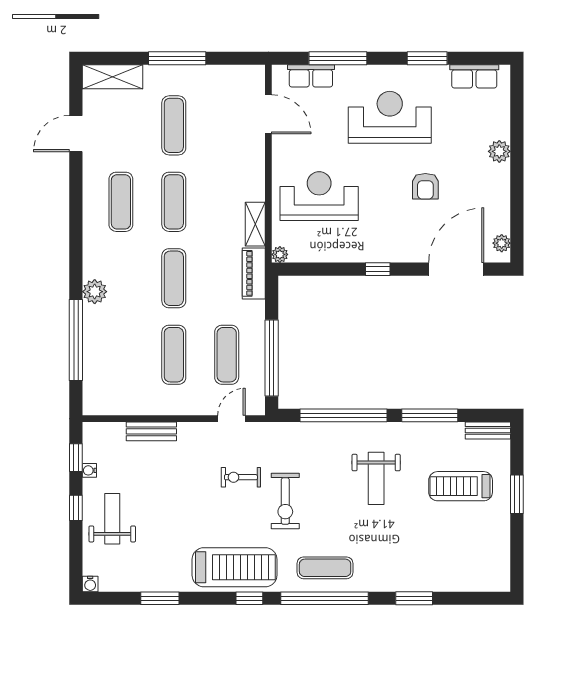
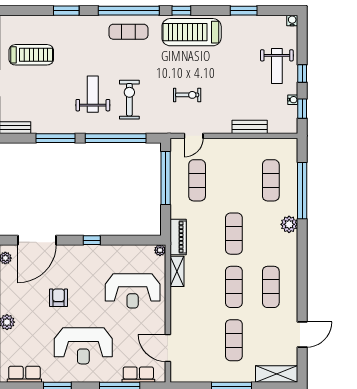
exercise mat: (174, 355) -> (271, 180), moved
treadmill: (461, 486) -> (31, 55), moved
exercise bike: (285, 501) -> (129, 100), moved

